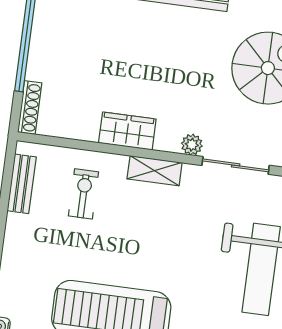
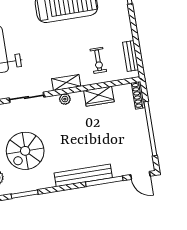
wardrobe: (127, 131) -> (99, 96), moved
plant: (192, 145) -> (65, 99), moved

